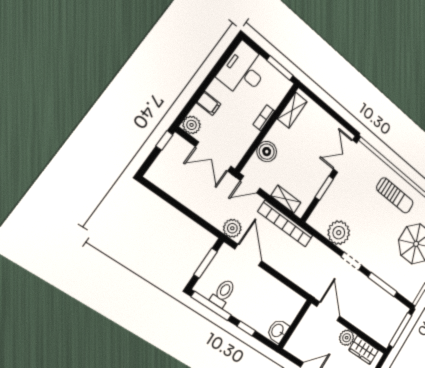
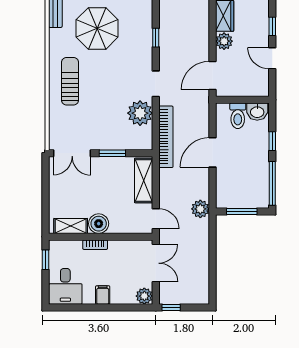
window: (280, 68) -> (46, 260), width x0.67
desk: (244, 71) -> (65, 286), width x0.73
filing cabinet: (209, 103) -> (103, 295), moved
boiler: (267, 152) -> (99, 224), moved
shelving: (286, 199) -> (144, 181), width x1.50, depth x1.33
bookcase: (285, 224) -> (166, 137), moved
door: (248, 255) -> (212, 152), moved
window: (383, 285) -> (156, 38), width x0.46
toilet: (223, 293) -> (238, 116), moved, turned -90

